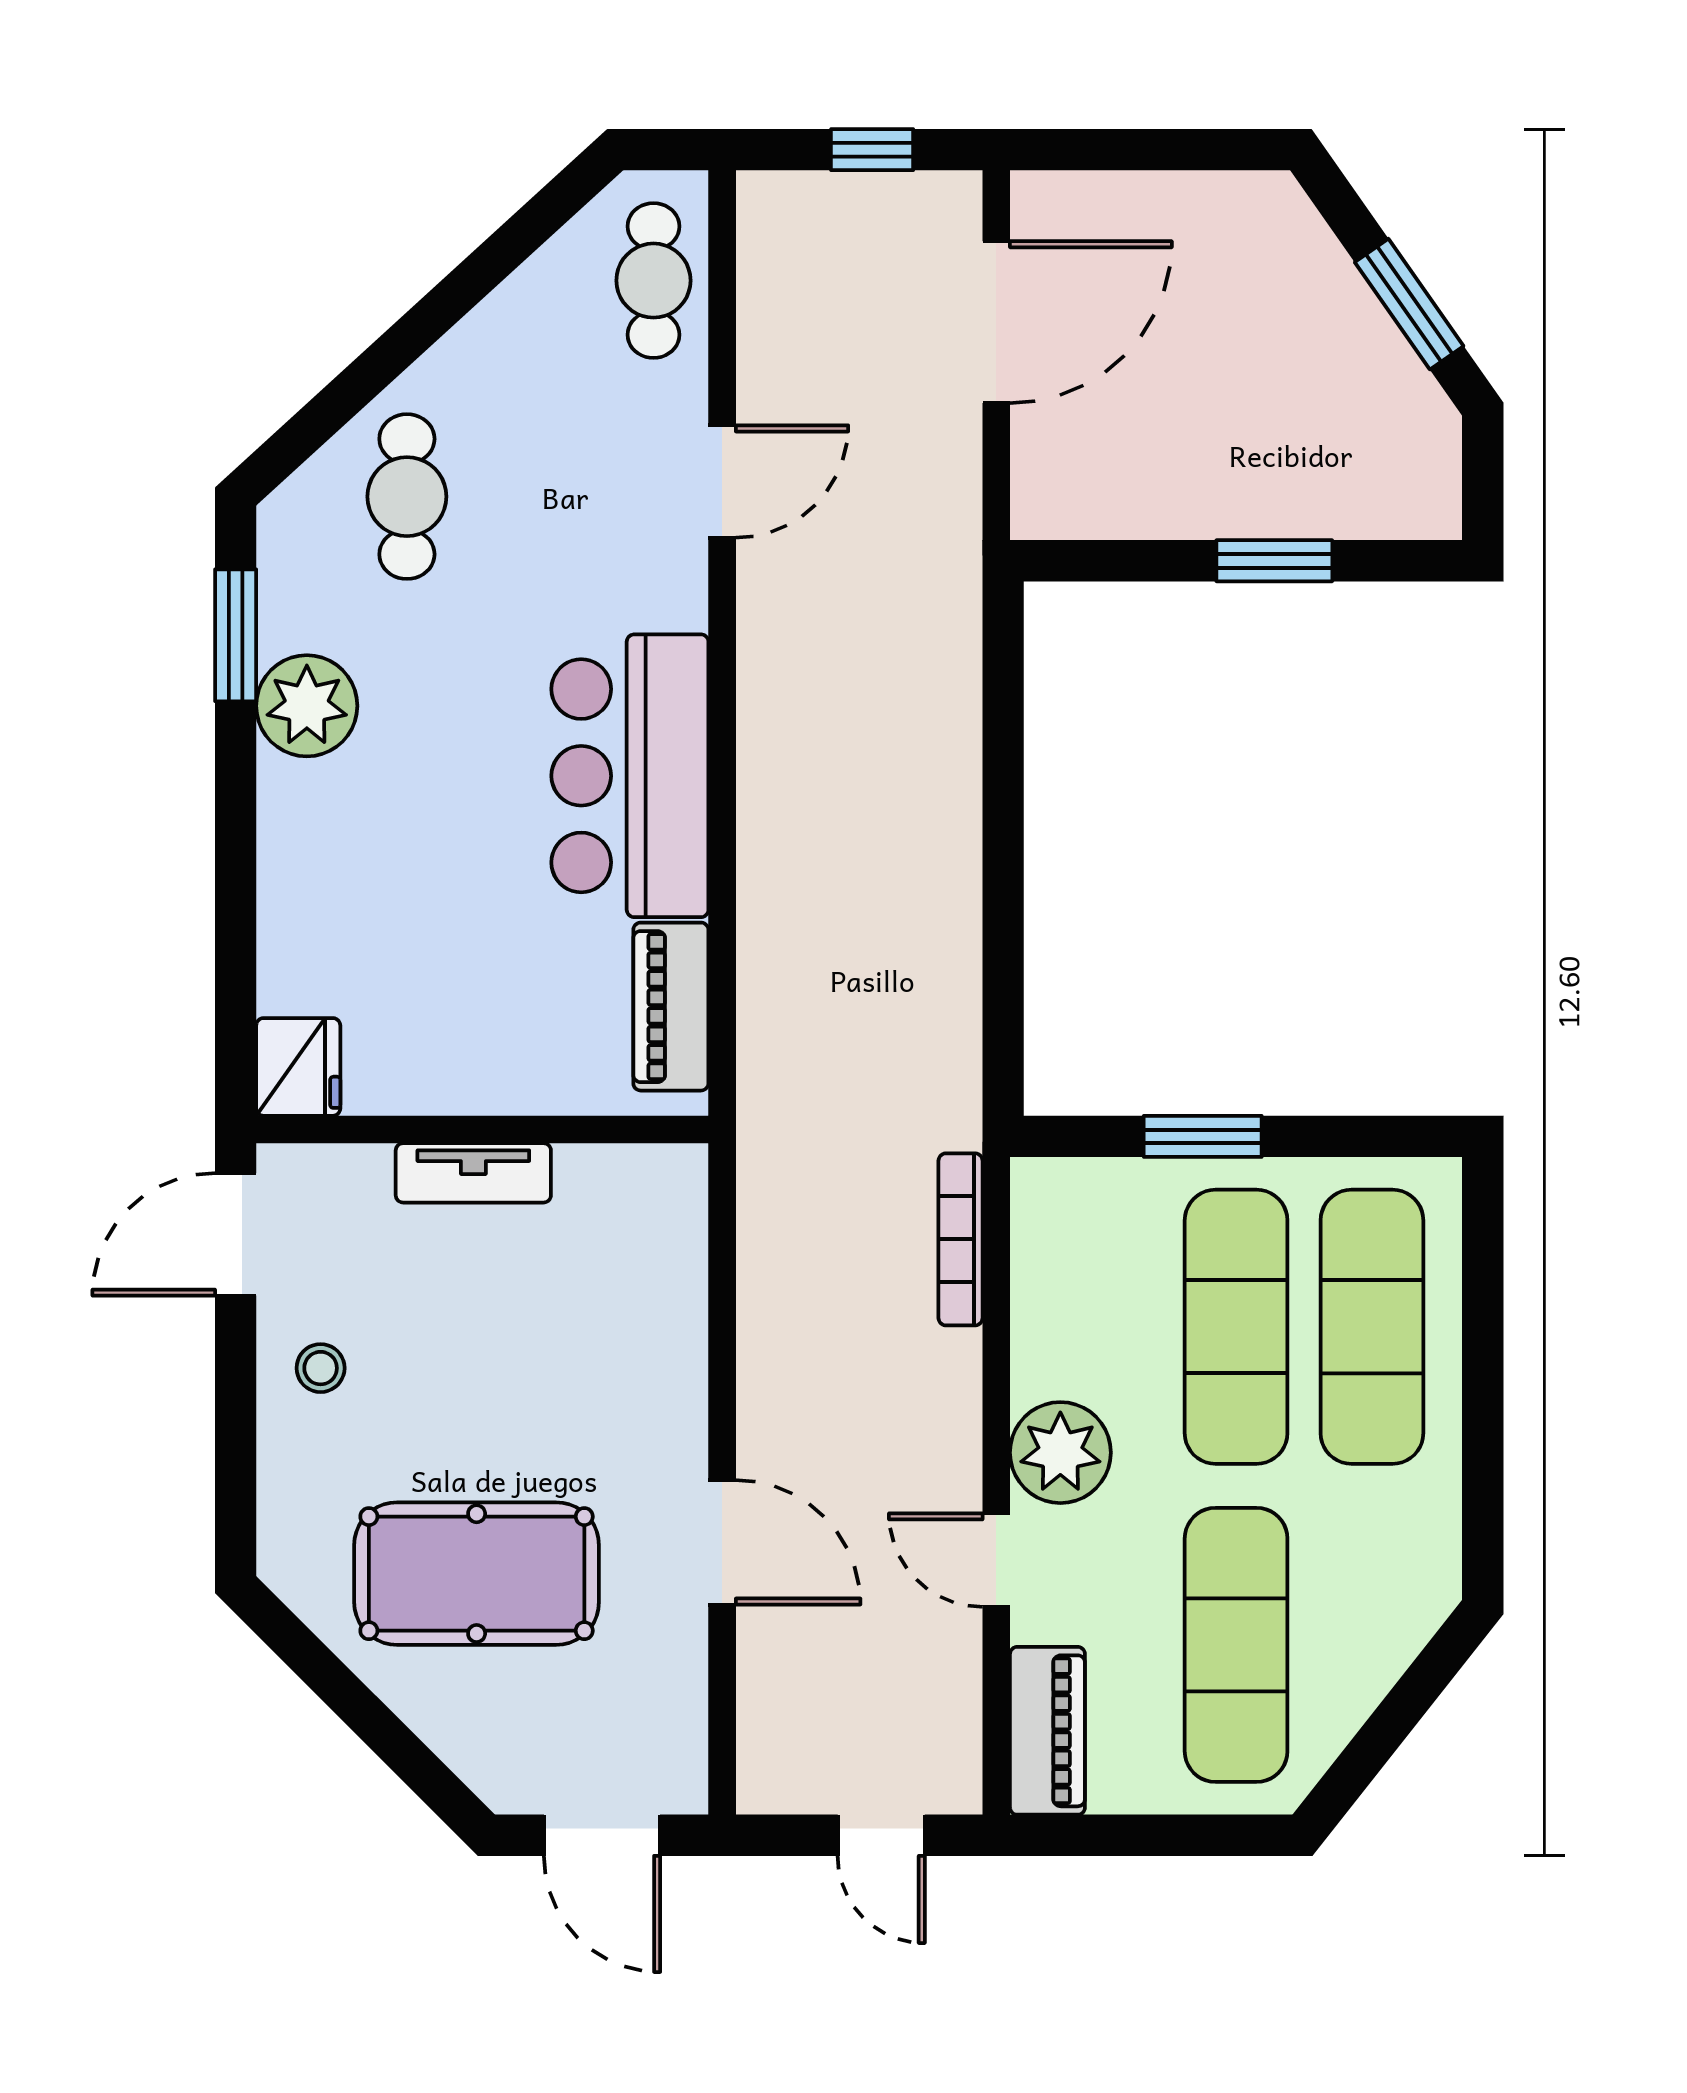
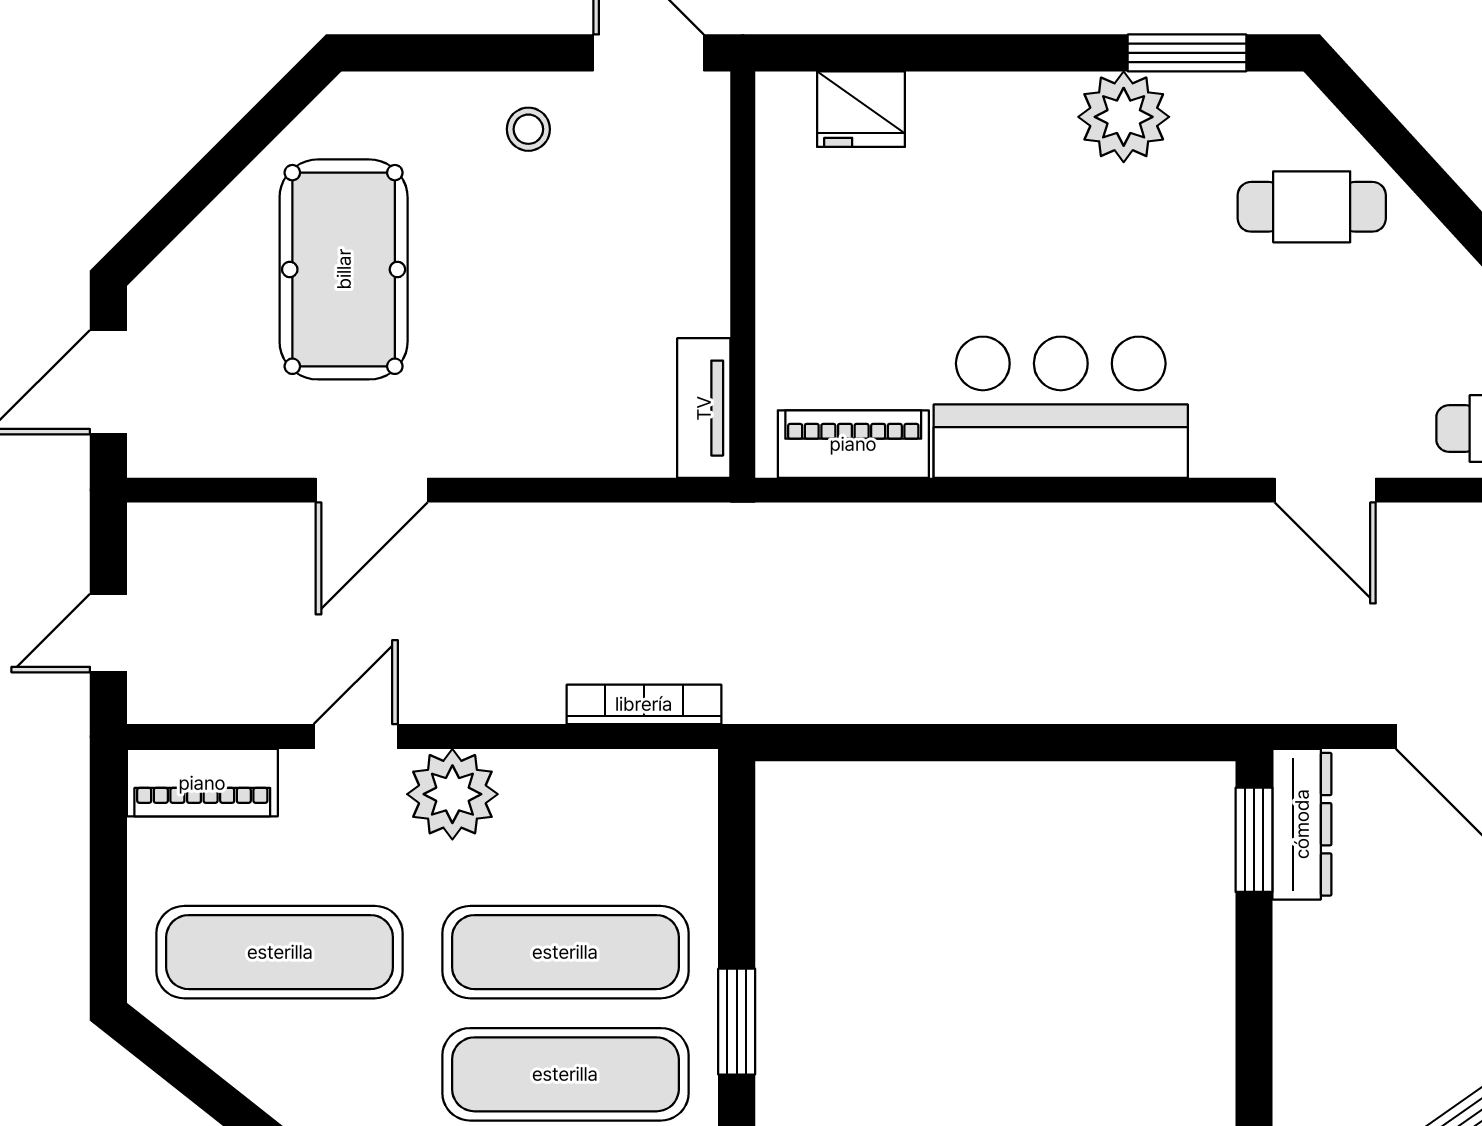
dresser: (1094, 507) -> (1302, 824), added
window: (1274, 561) -> (1254, 840), moved
fridge: (298, 1067) -> (861, 109), moved
window: (1203, 1136) -> (737, 1022), moved
tv unit: (473, 1173) -> (704, 408), moved

